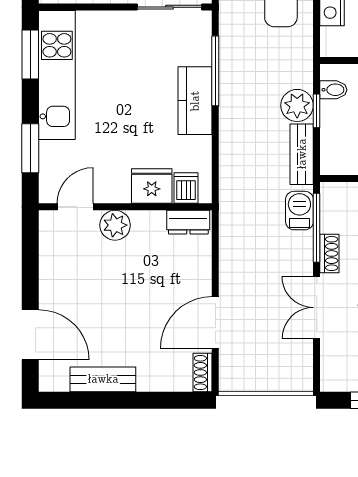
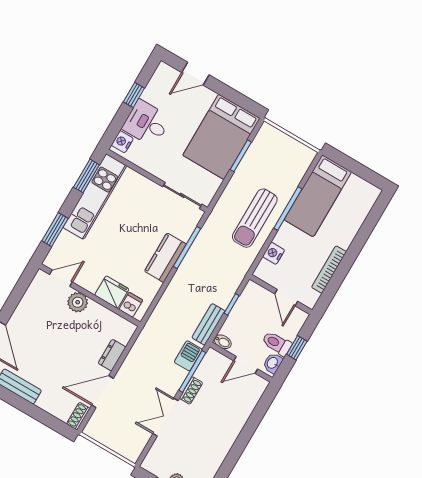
bidet: (333, 90) -> (223, 342), moved
plant: (297, 105) -> (222, 295), removed
dresser: (188, 222) -> (112, 355), moved, turned 90

